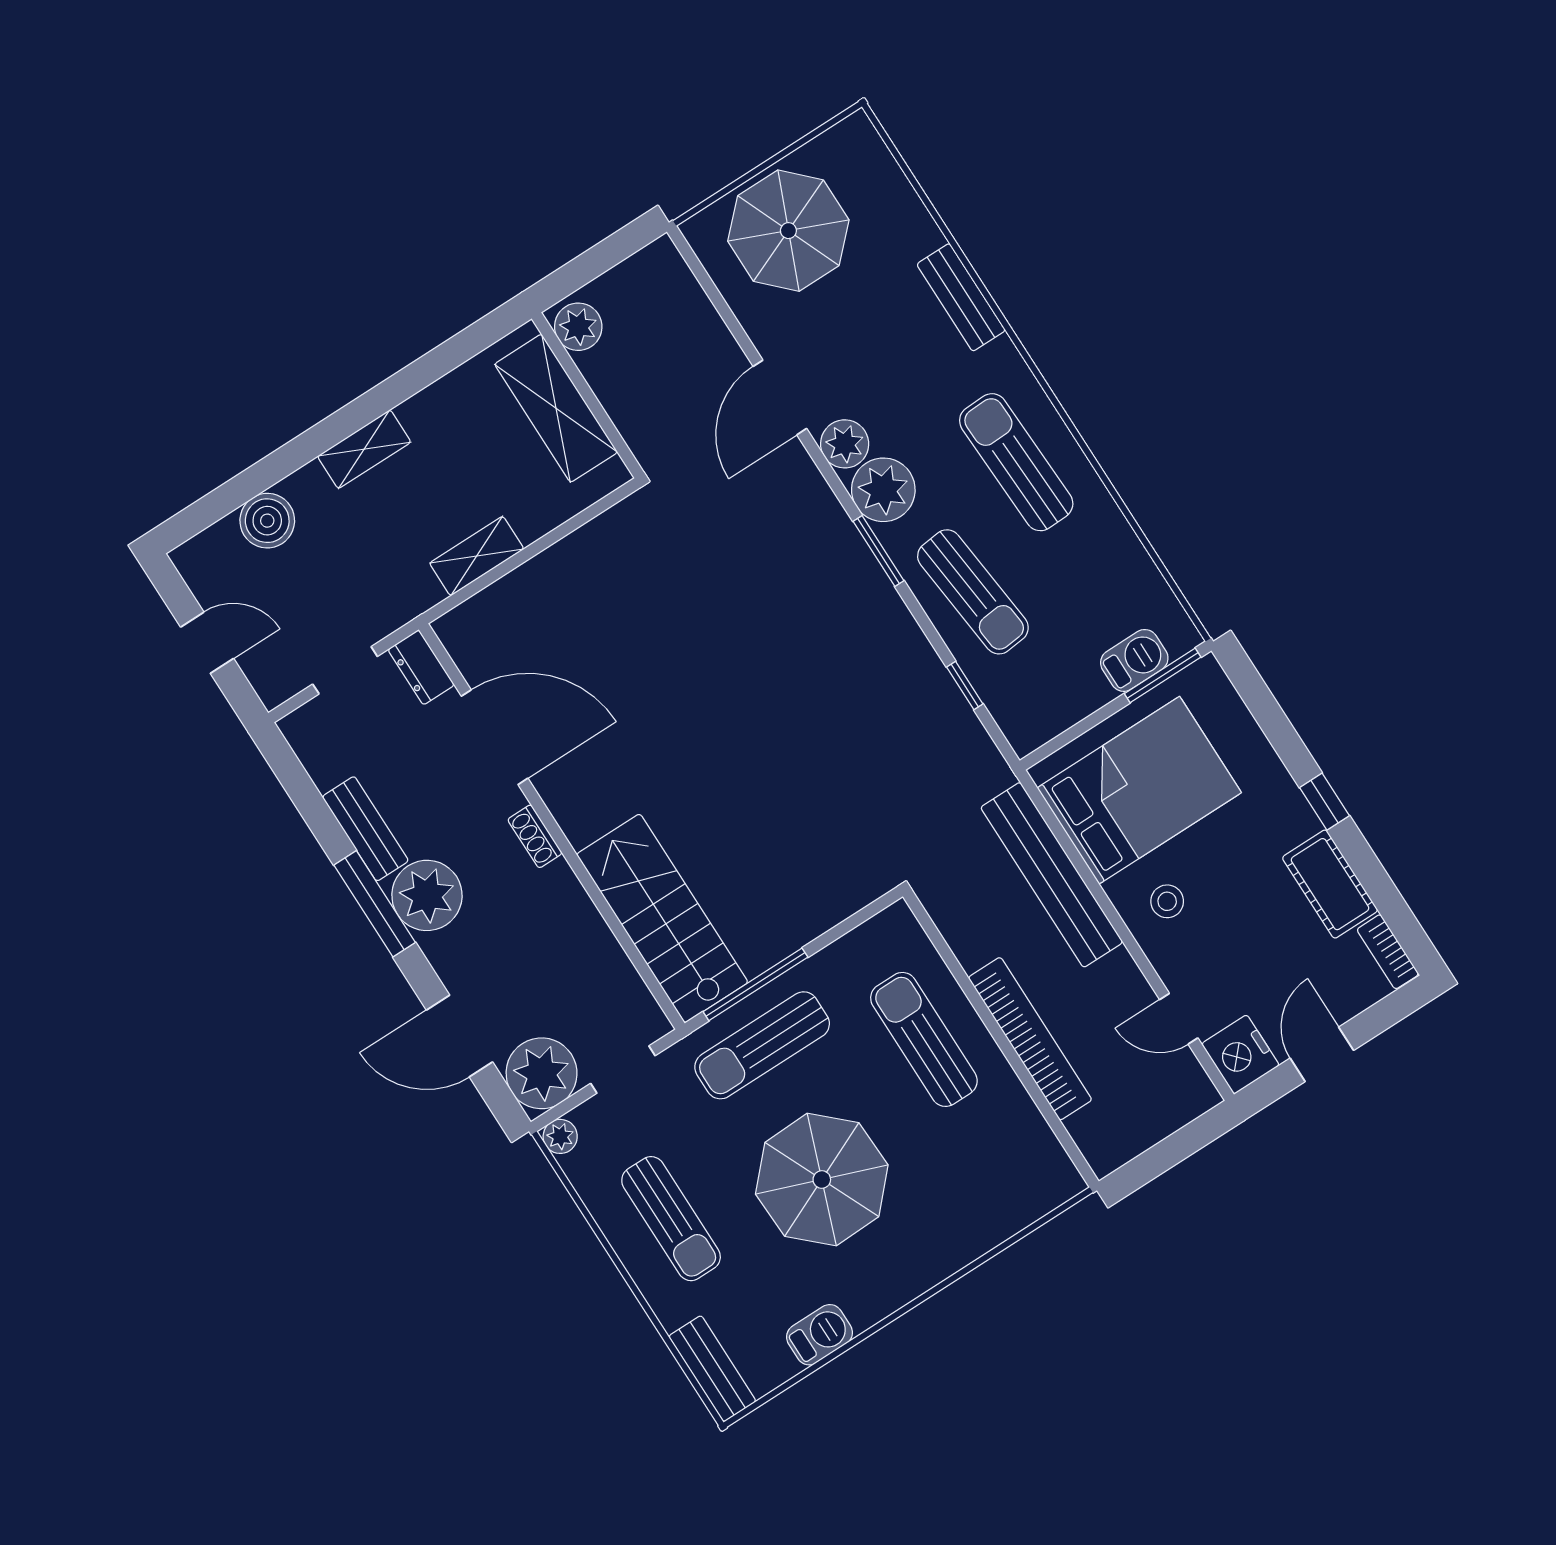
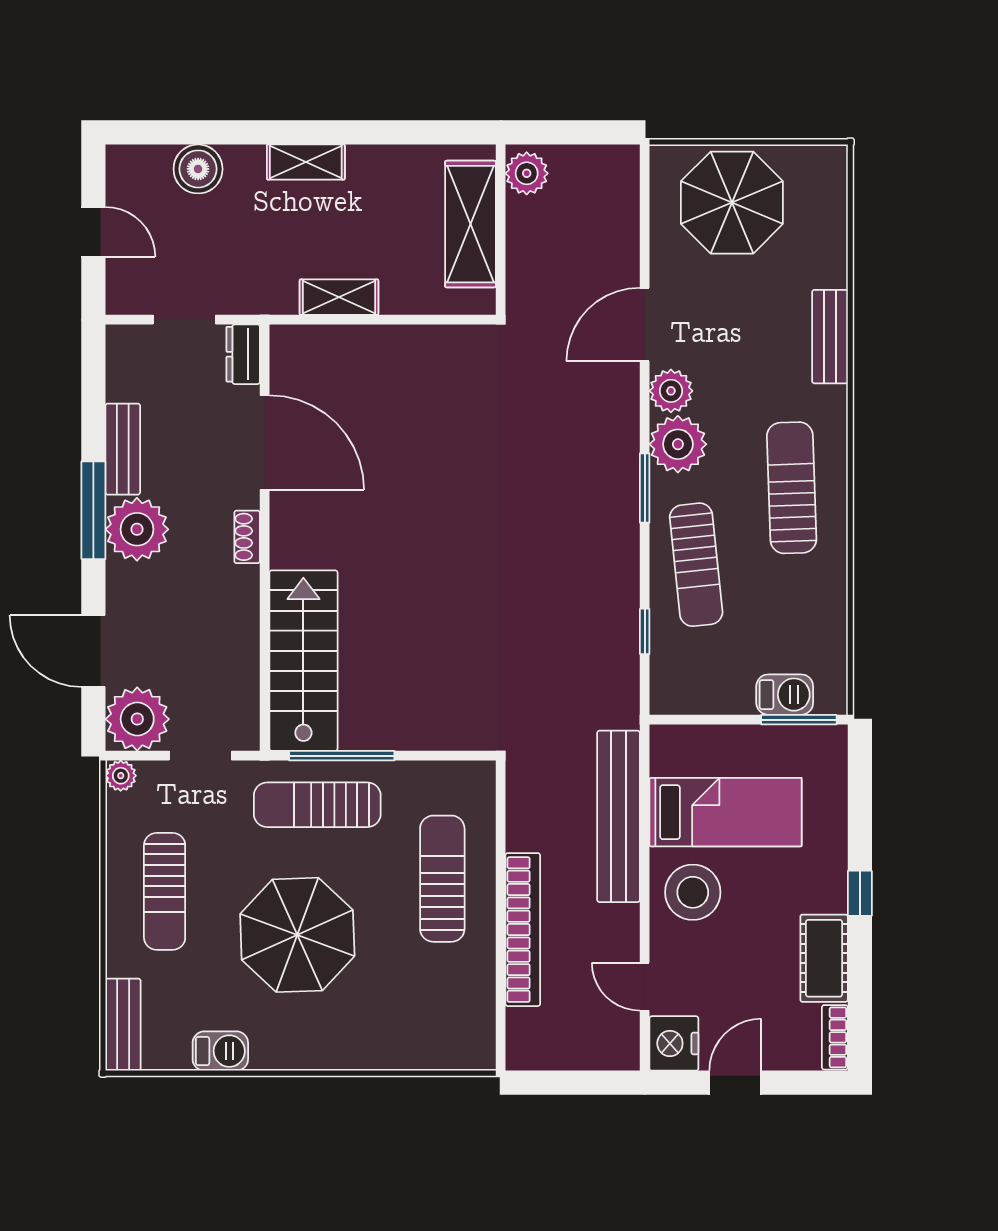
bed: (1139, 790) -> (726, 812), width x0.67
stool: (1167, 901) -> (693, 892), width x1.89, depth x1.89

